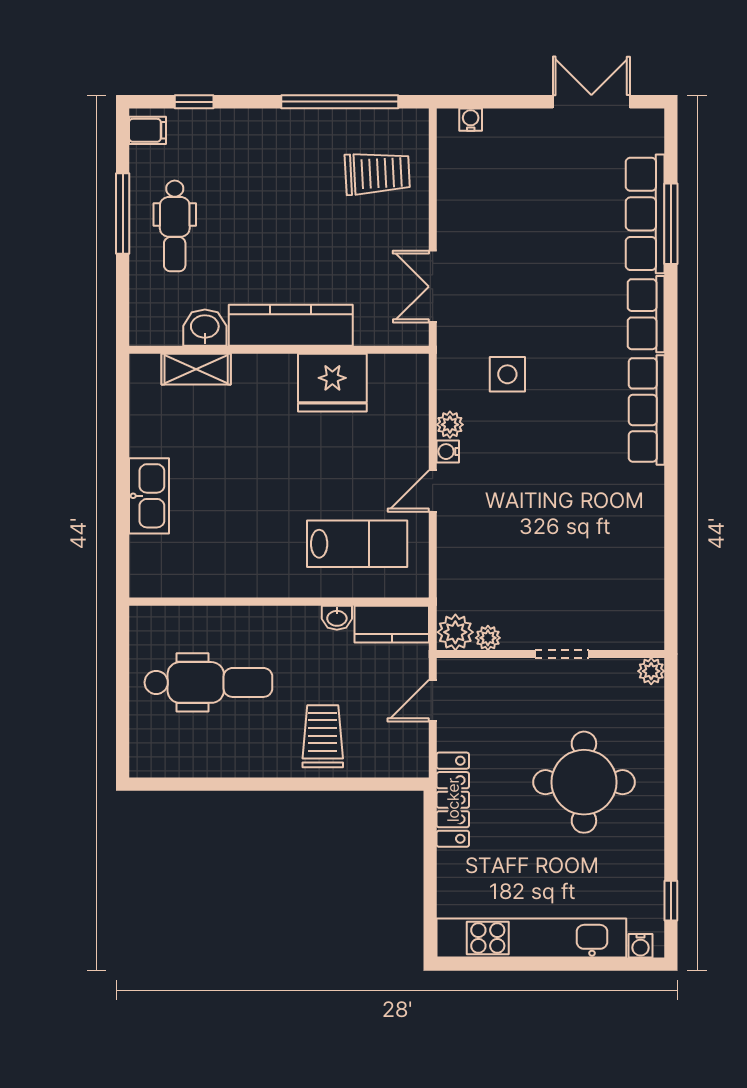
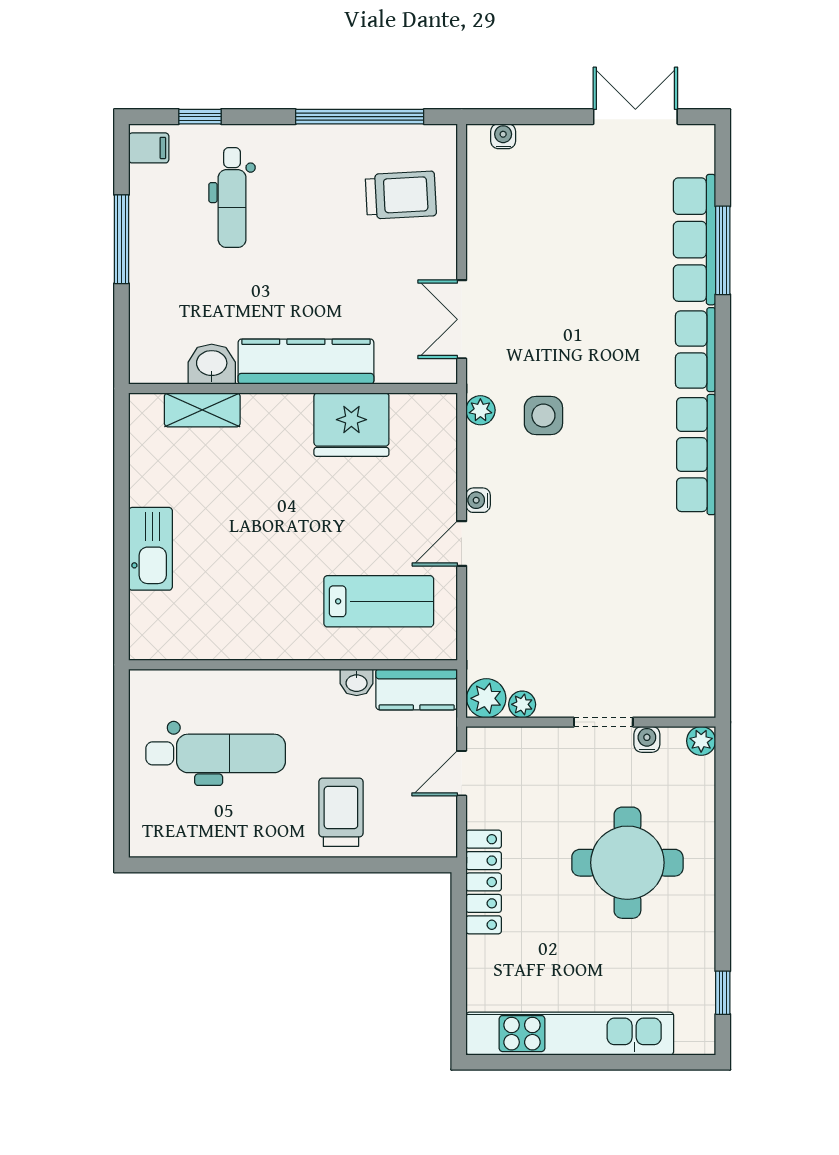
dental chair: (175, 226) -> (232, 198), moved
plant: (450, 425) -> (480, 410), moved
water cooler: (641, 946) -> (647, 739), moved, turned 180

